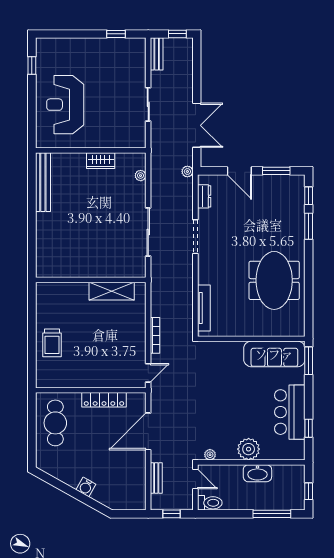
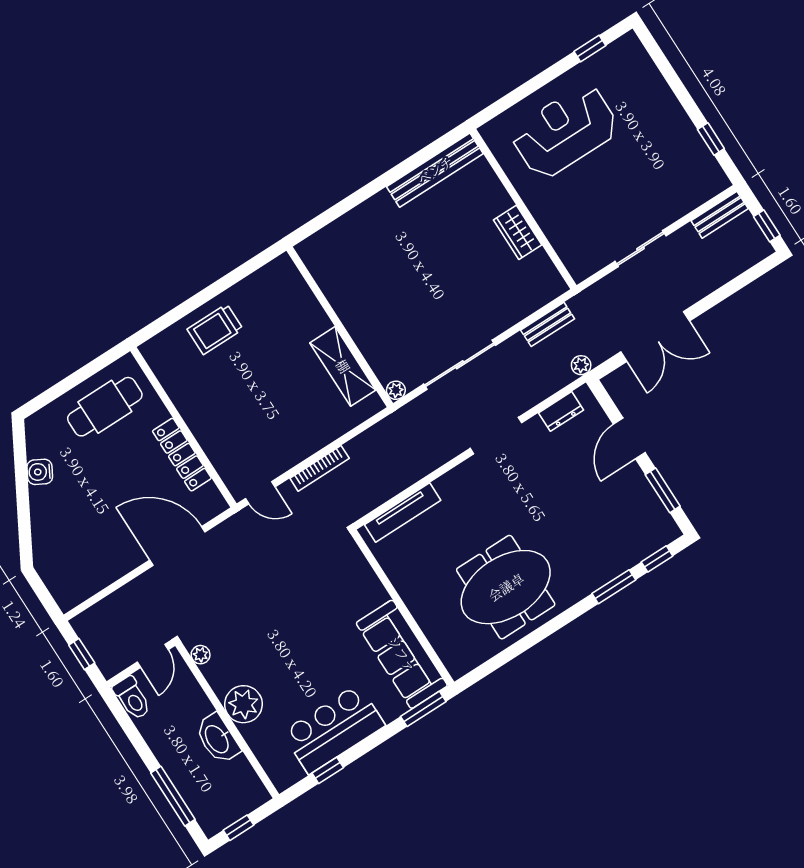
plant: (141, 176) -> (396, 390), moved
bench: (156, 478) -> (548, 324), moved
water cooler: (86, 487) -> (40, 472), moved

